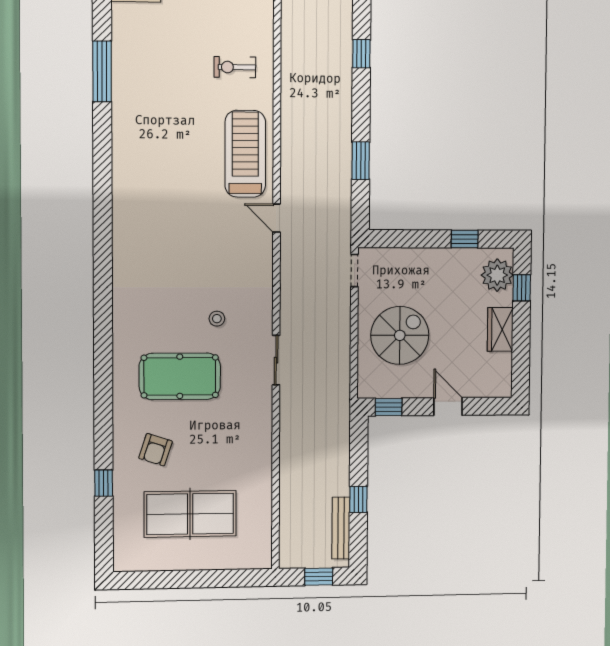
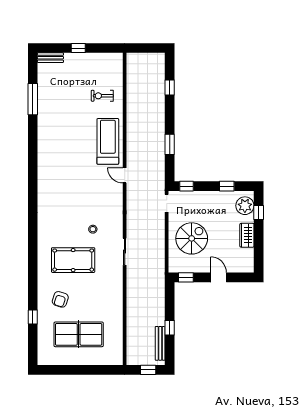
window: (391, 239) -> (187, 186), added

